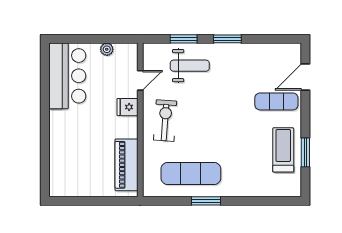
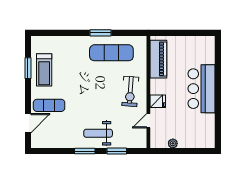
weight bench: (190, 66) -> (98, 133), moved
bar counter: (67, 76) -> (202, 89), moved

